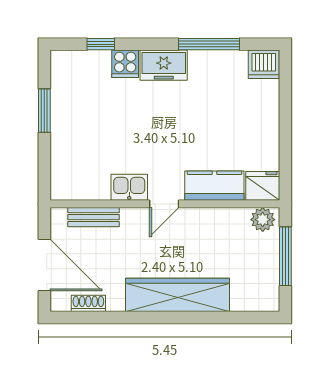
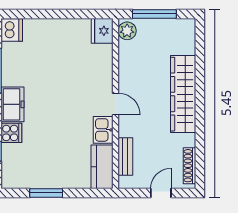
kitchen counter: (214, 186) -> (102, 167), moved
door: (44, 265) -> (161, 193), width x0.53
shoe rack: (88, 303) -> (189, 166), width x1.43

